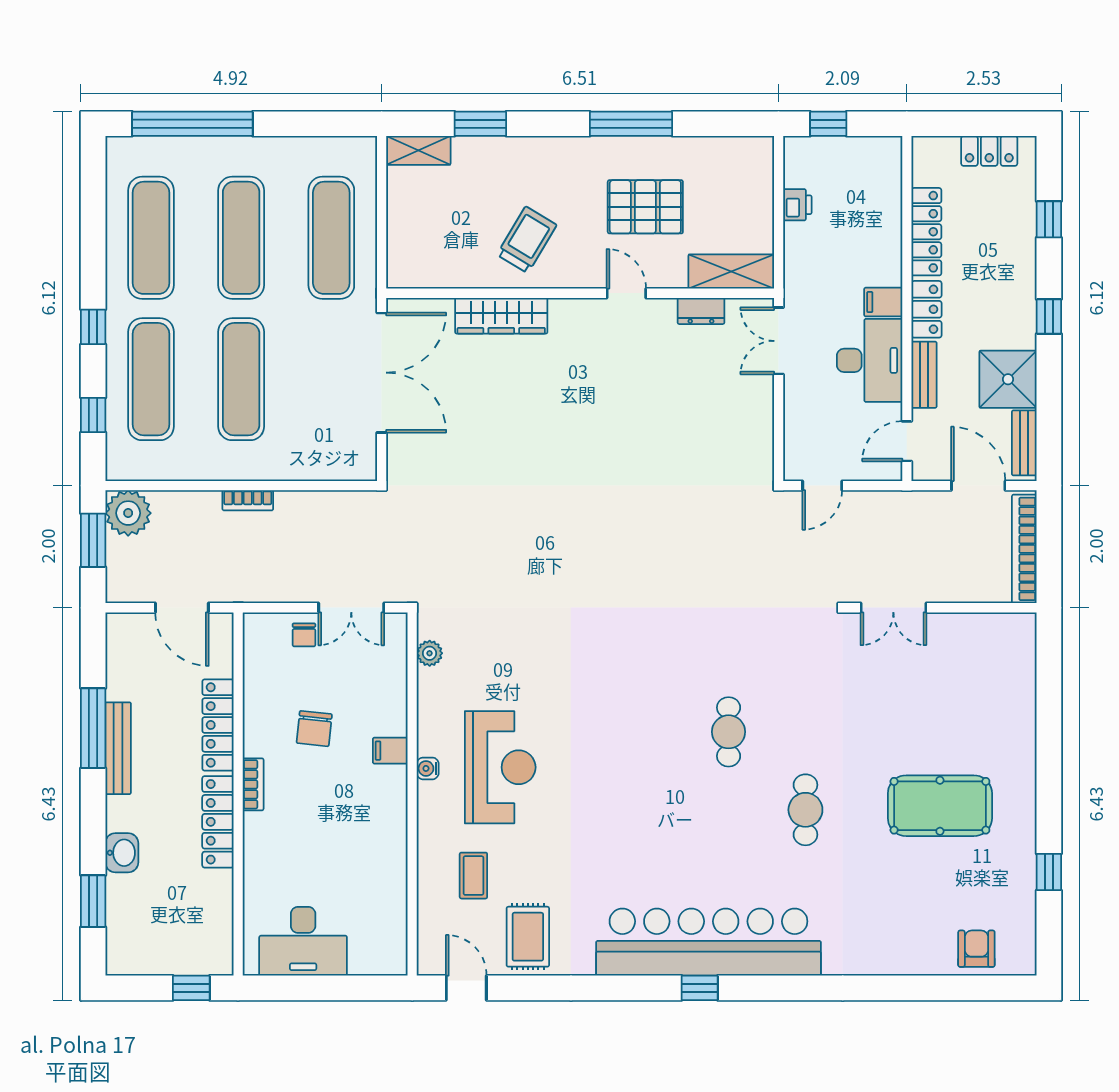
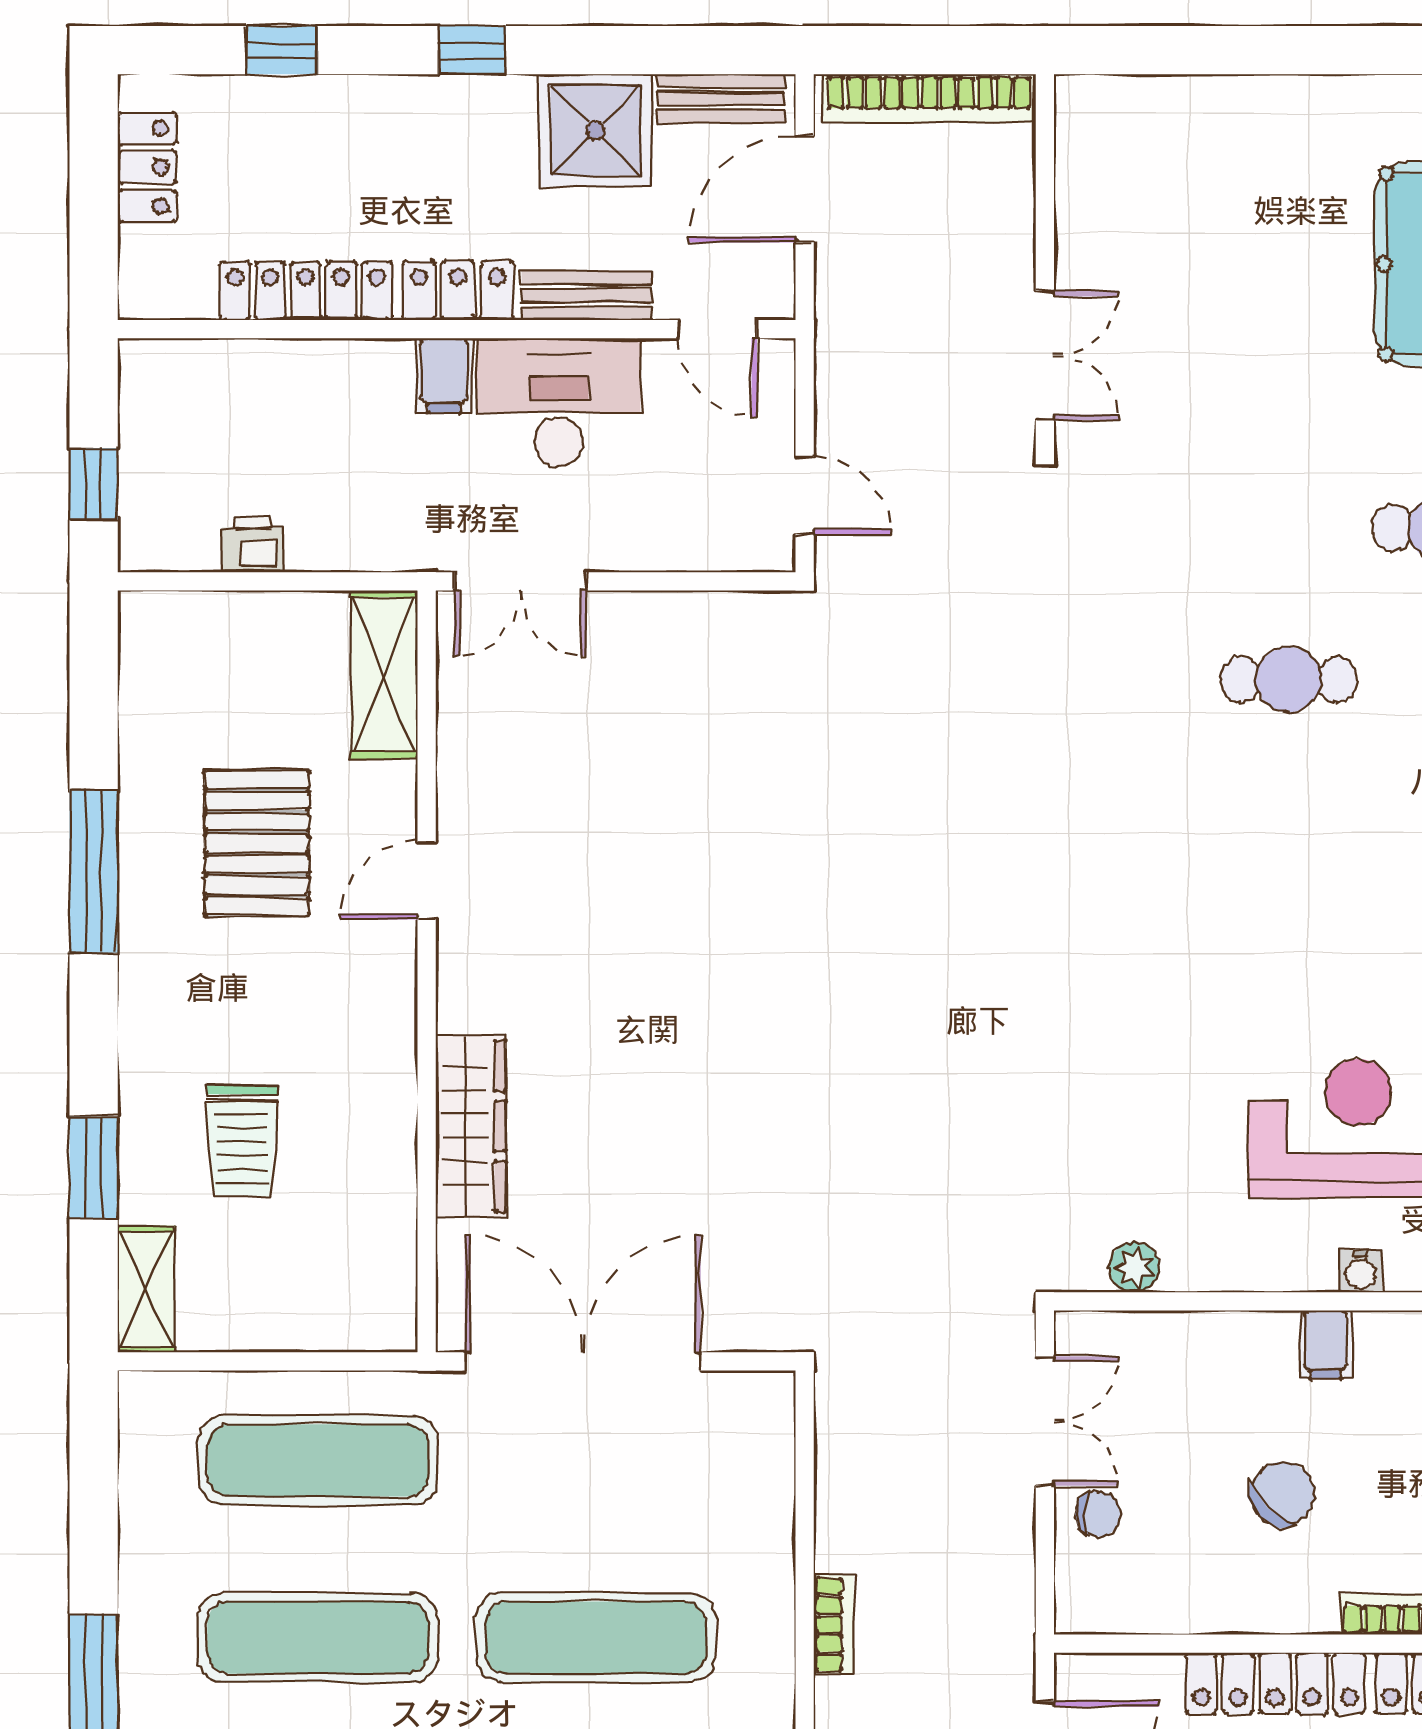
trolley: (527, 240) -> (242, 1141), moved, turned -121
dresser: (701, 311) -> (461, 734), removed
chair: (314, 729) -> (1282, 1494), turned -51

